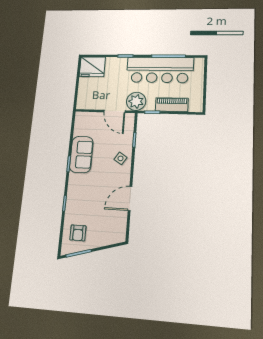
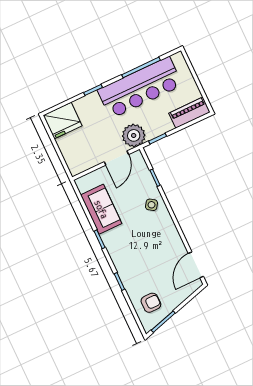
piano: (172, 105) -> (189, 113), moved
door: (114, 111) -> (116, 158), hinge flipped
sofa: (81, 154) -> (101, 209), moved
door: (130, 198) -> (196, 265), moved
armchair: (78, 233) -> (151, 303), turned -90

